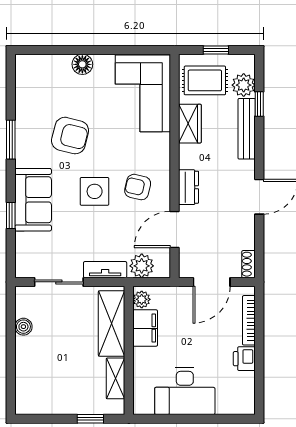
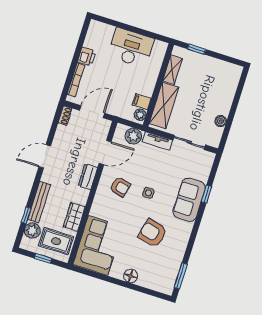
window: (11, 140) -> (181, 276), moved
side table: (95, 191) -> (148, 193), width x0.54, depth x0.54
filing cabinet: (145, 328) -> (142, 102), width x0.50

